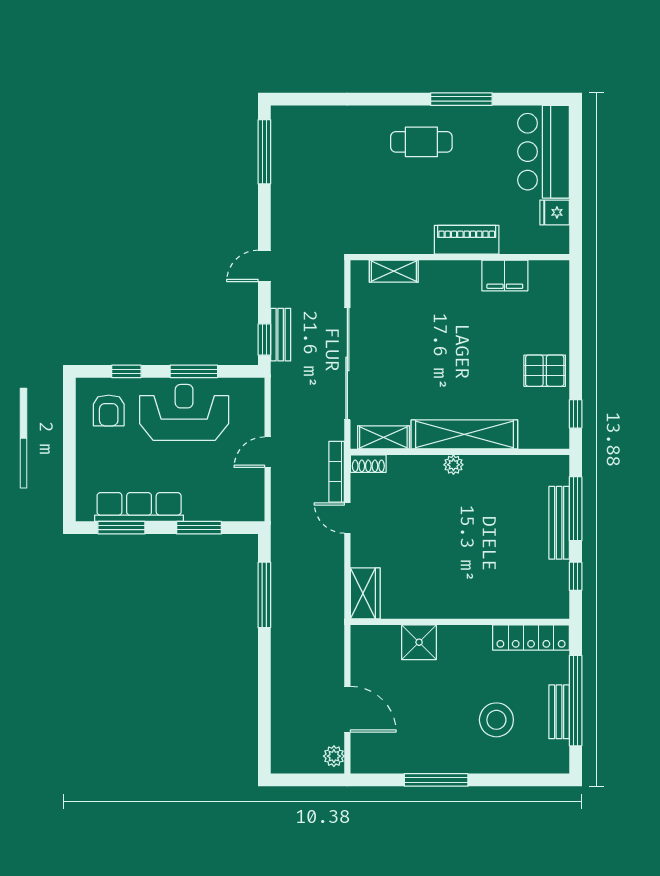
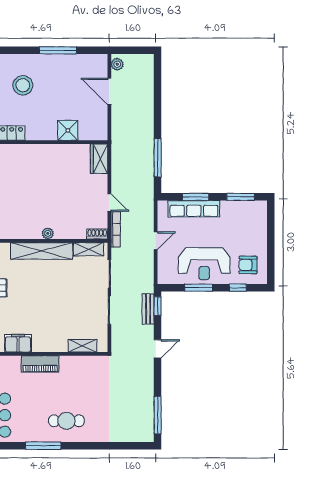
armchair: (109, 410) -> (248, 265), turned -90
row of seats: (139, 507) -> (194, 209), moved

